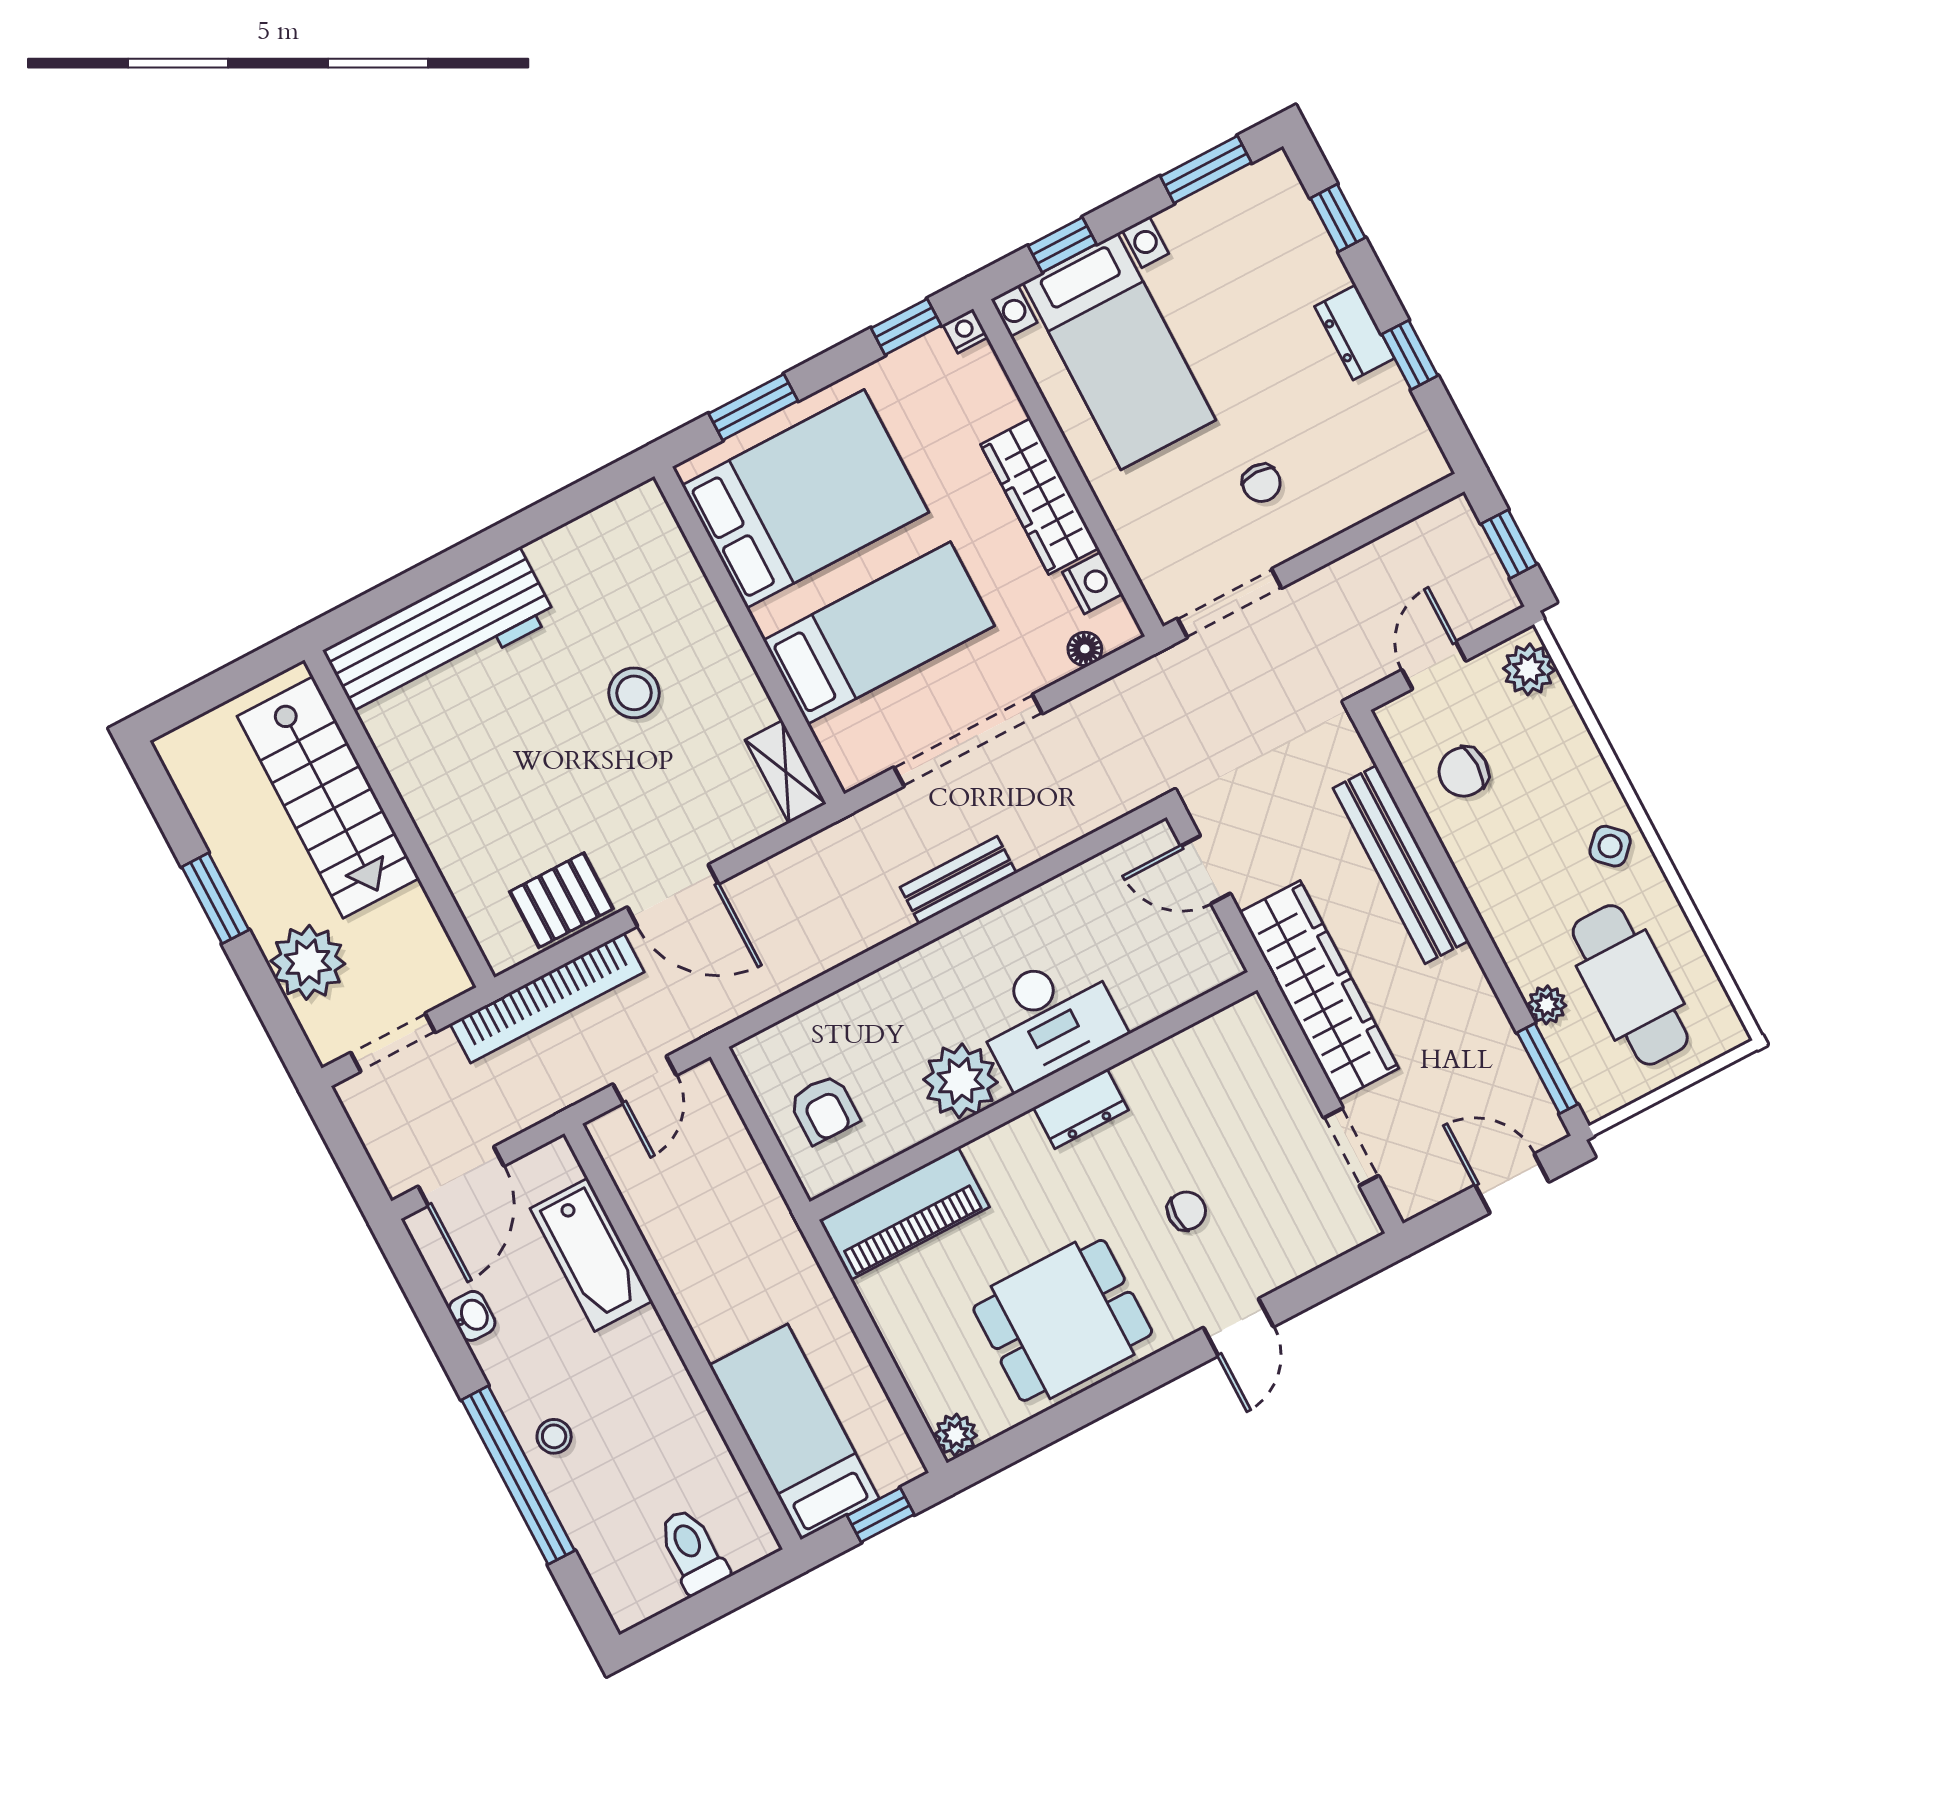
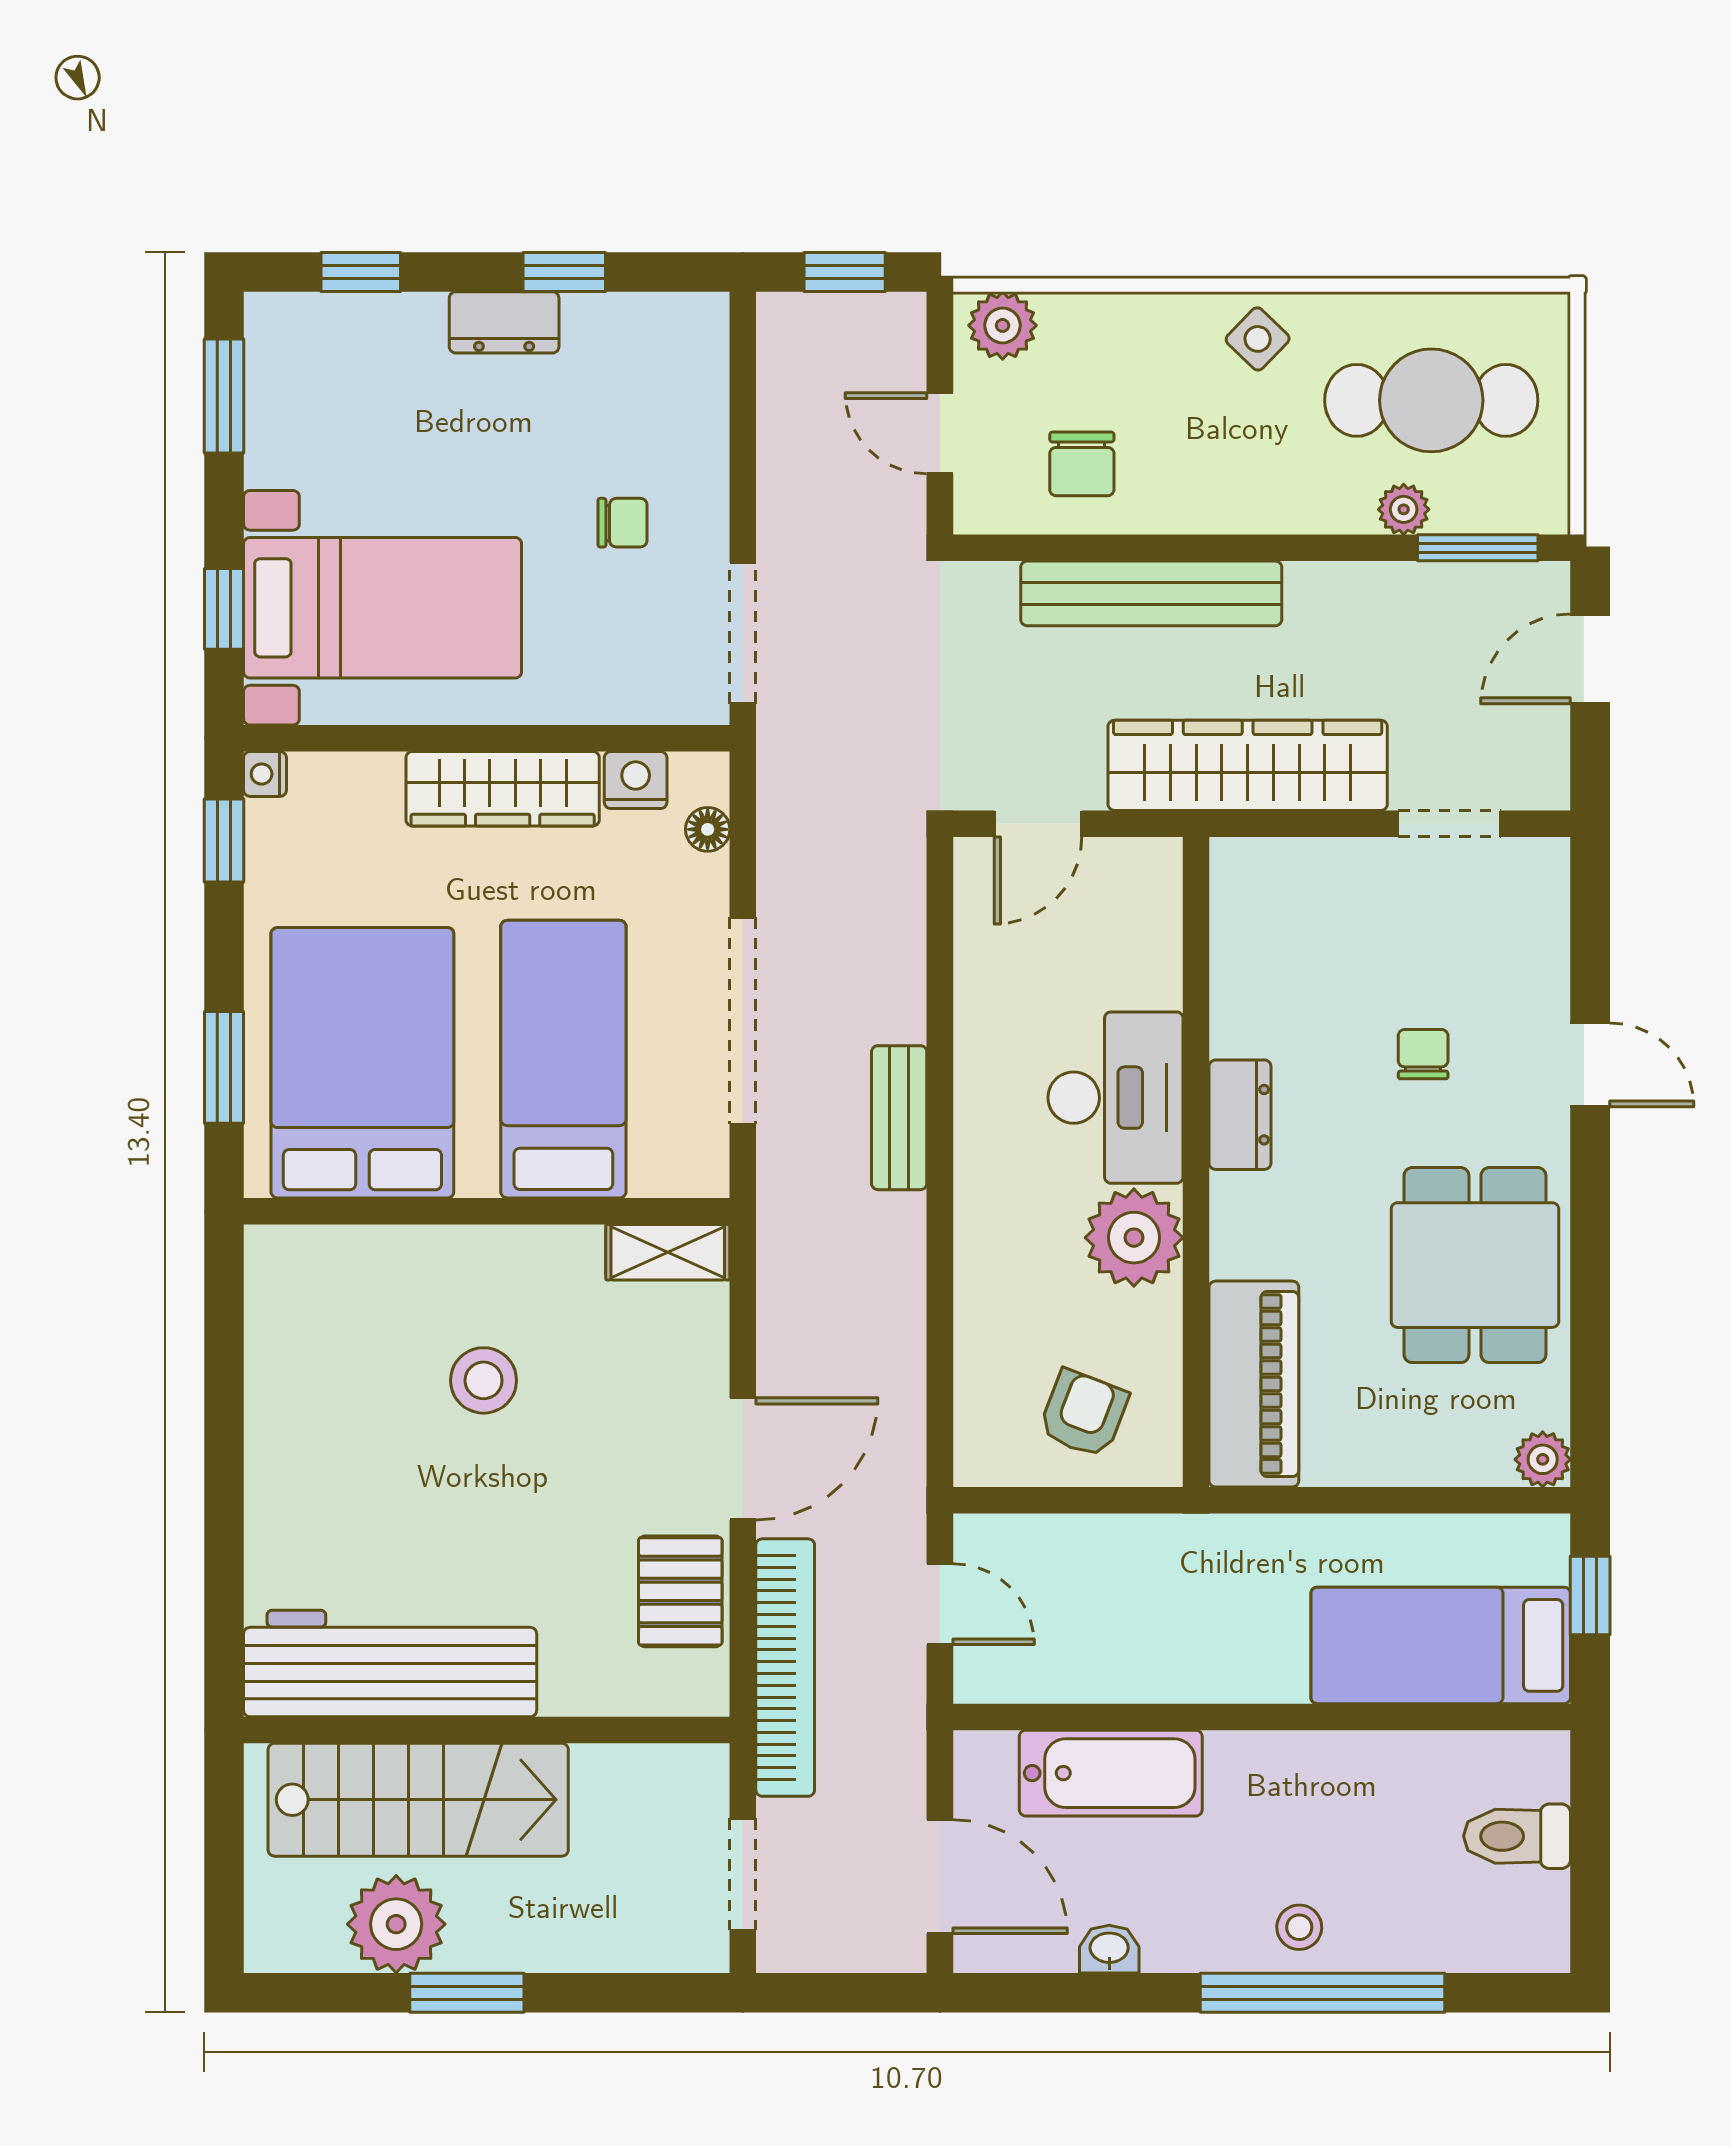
workbench: (440, 634) -> (390, 1664), moved, turned -90
plant: (308, 962) -> (396, 1924), moved
armchair: (824, 1109) -> (1084, 1414), turned -69

